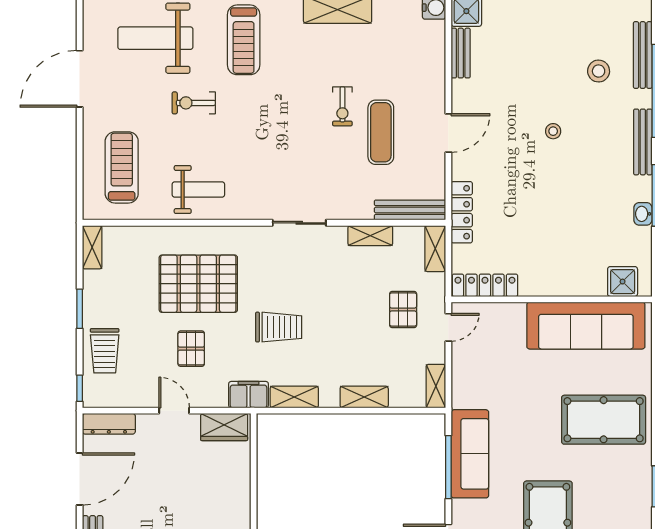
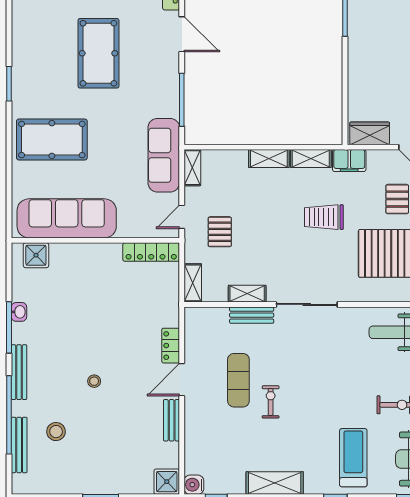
bench: (461, 53) -> (172, 420), moved
bench: (410, 210) -> (252, 315), moved, width x0.73
locker: (462, 212) -> (171, 346), moved, width x0.66
sliding door: (299, 223) -> (307, 304), width x1.37
shelving: (364, 397) -> (269, 159), moved
sofa: (470, 454) -> (164, 155), moved

